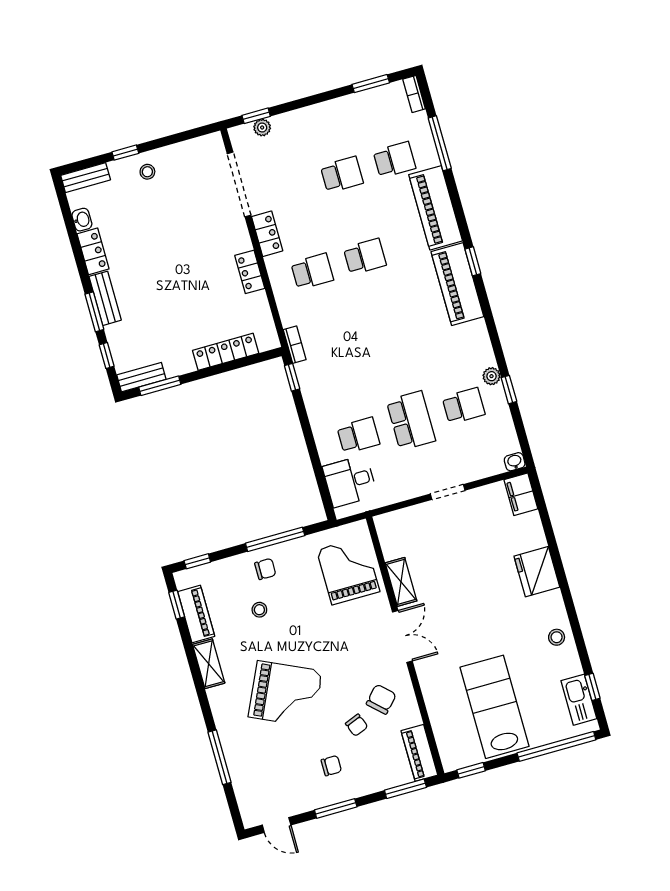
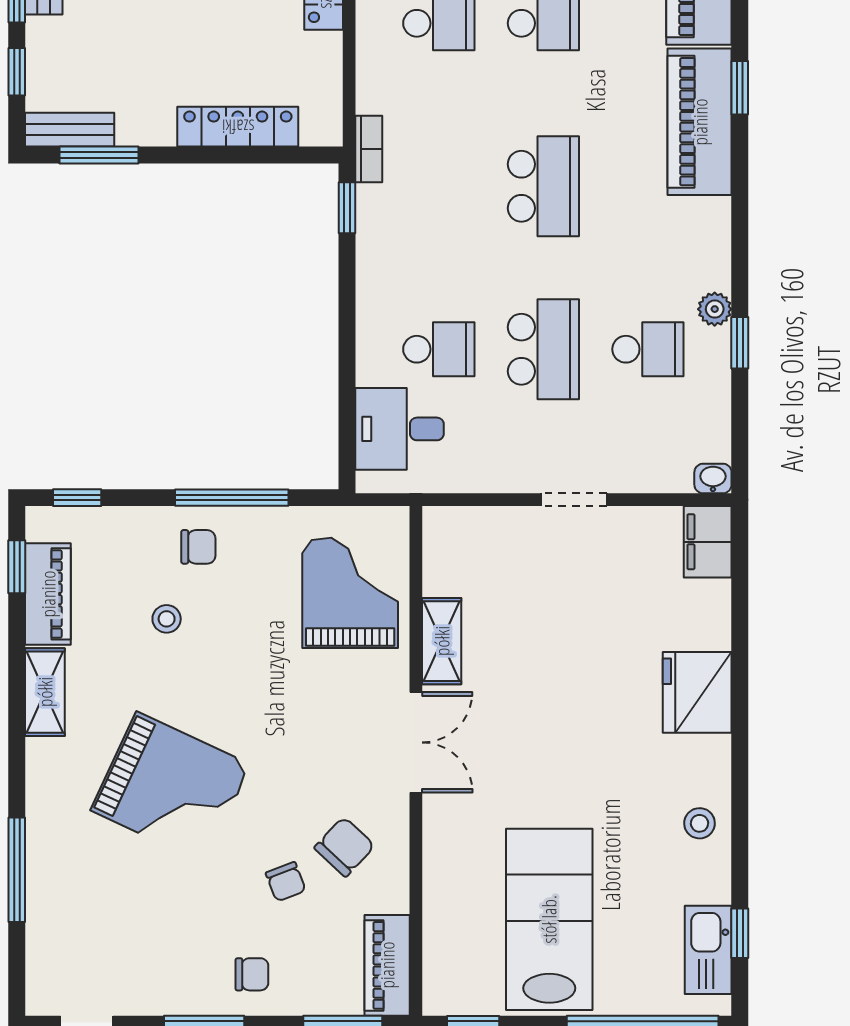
school desk: (388, 339) -> (543, 186), added
chair: (331, 766) -> (252, 974), moved

